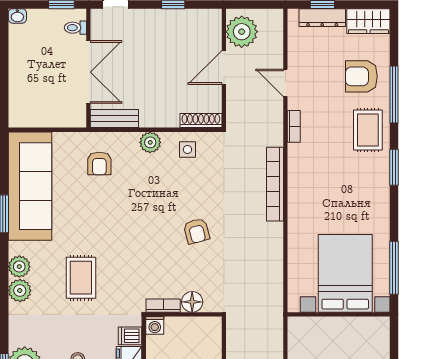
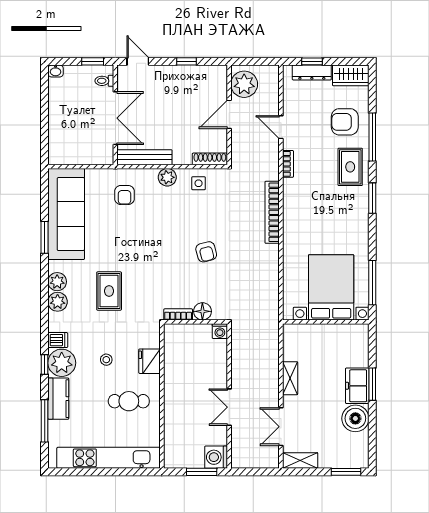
bench: (114, 119) -> (144, 157), width x1.36
washing machine: (155, 325) -> (220, 331), moved
dishwasher: (130, 336) -> (58, 340), moved, turned 180

